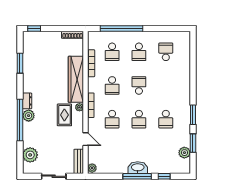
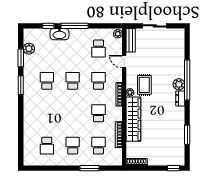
window: (121, 28) -> (89, 168), width x0.47
school desk: (139, 85) -> (99, 48), moved
plant: (30, 155) -> (177, 46), removed
washbasin: (138, 168) -> (59, 34), moved

